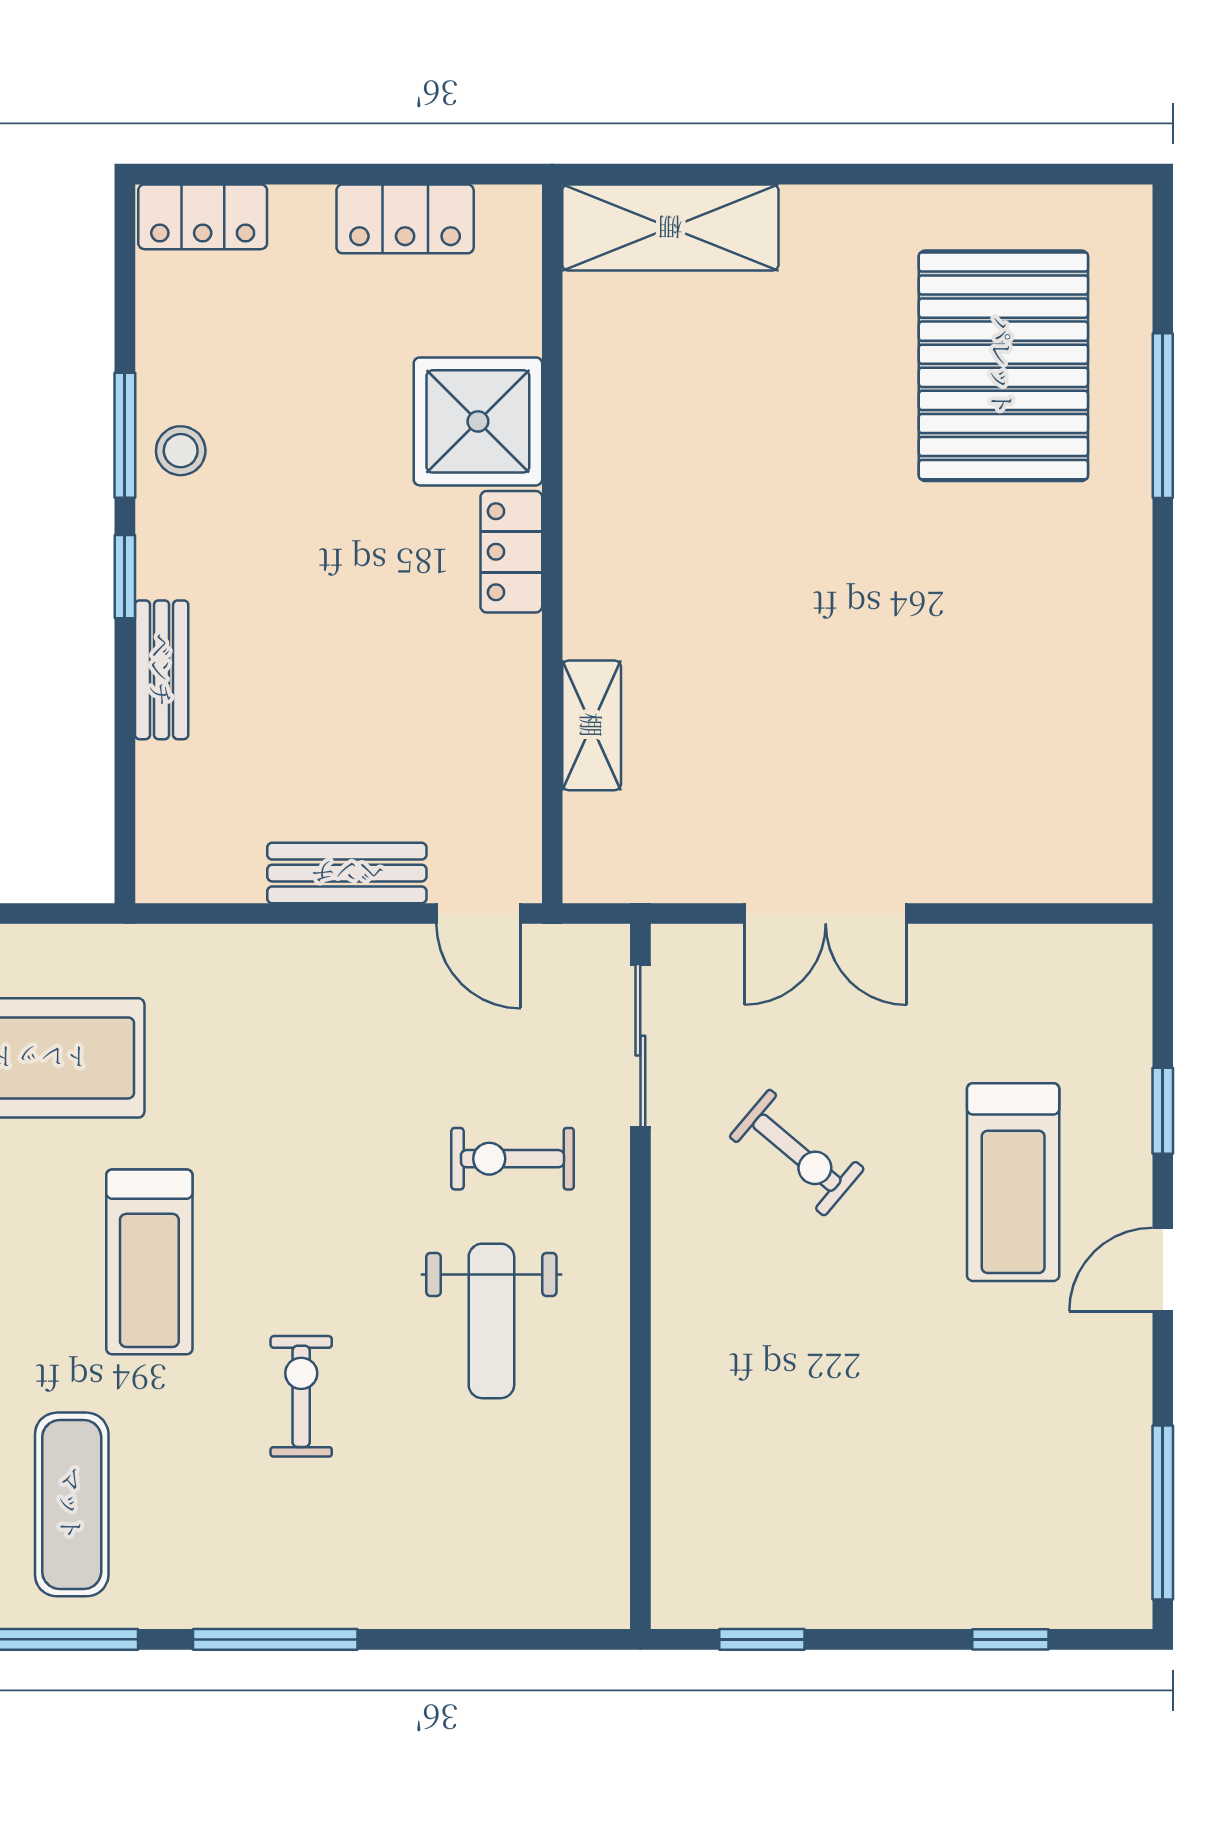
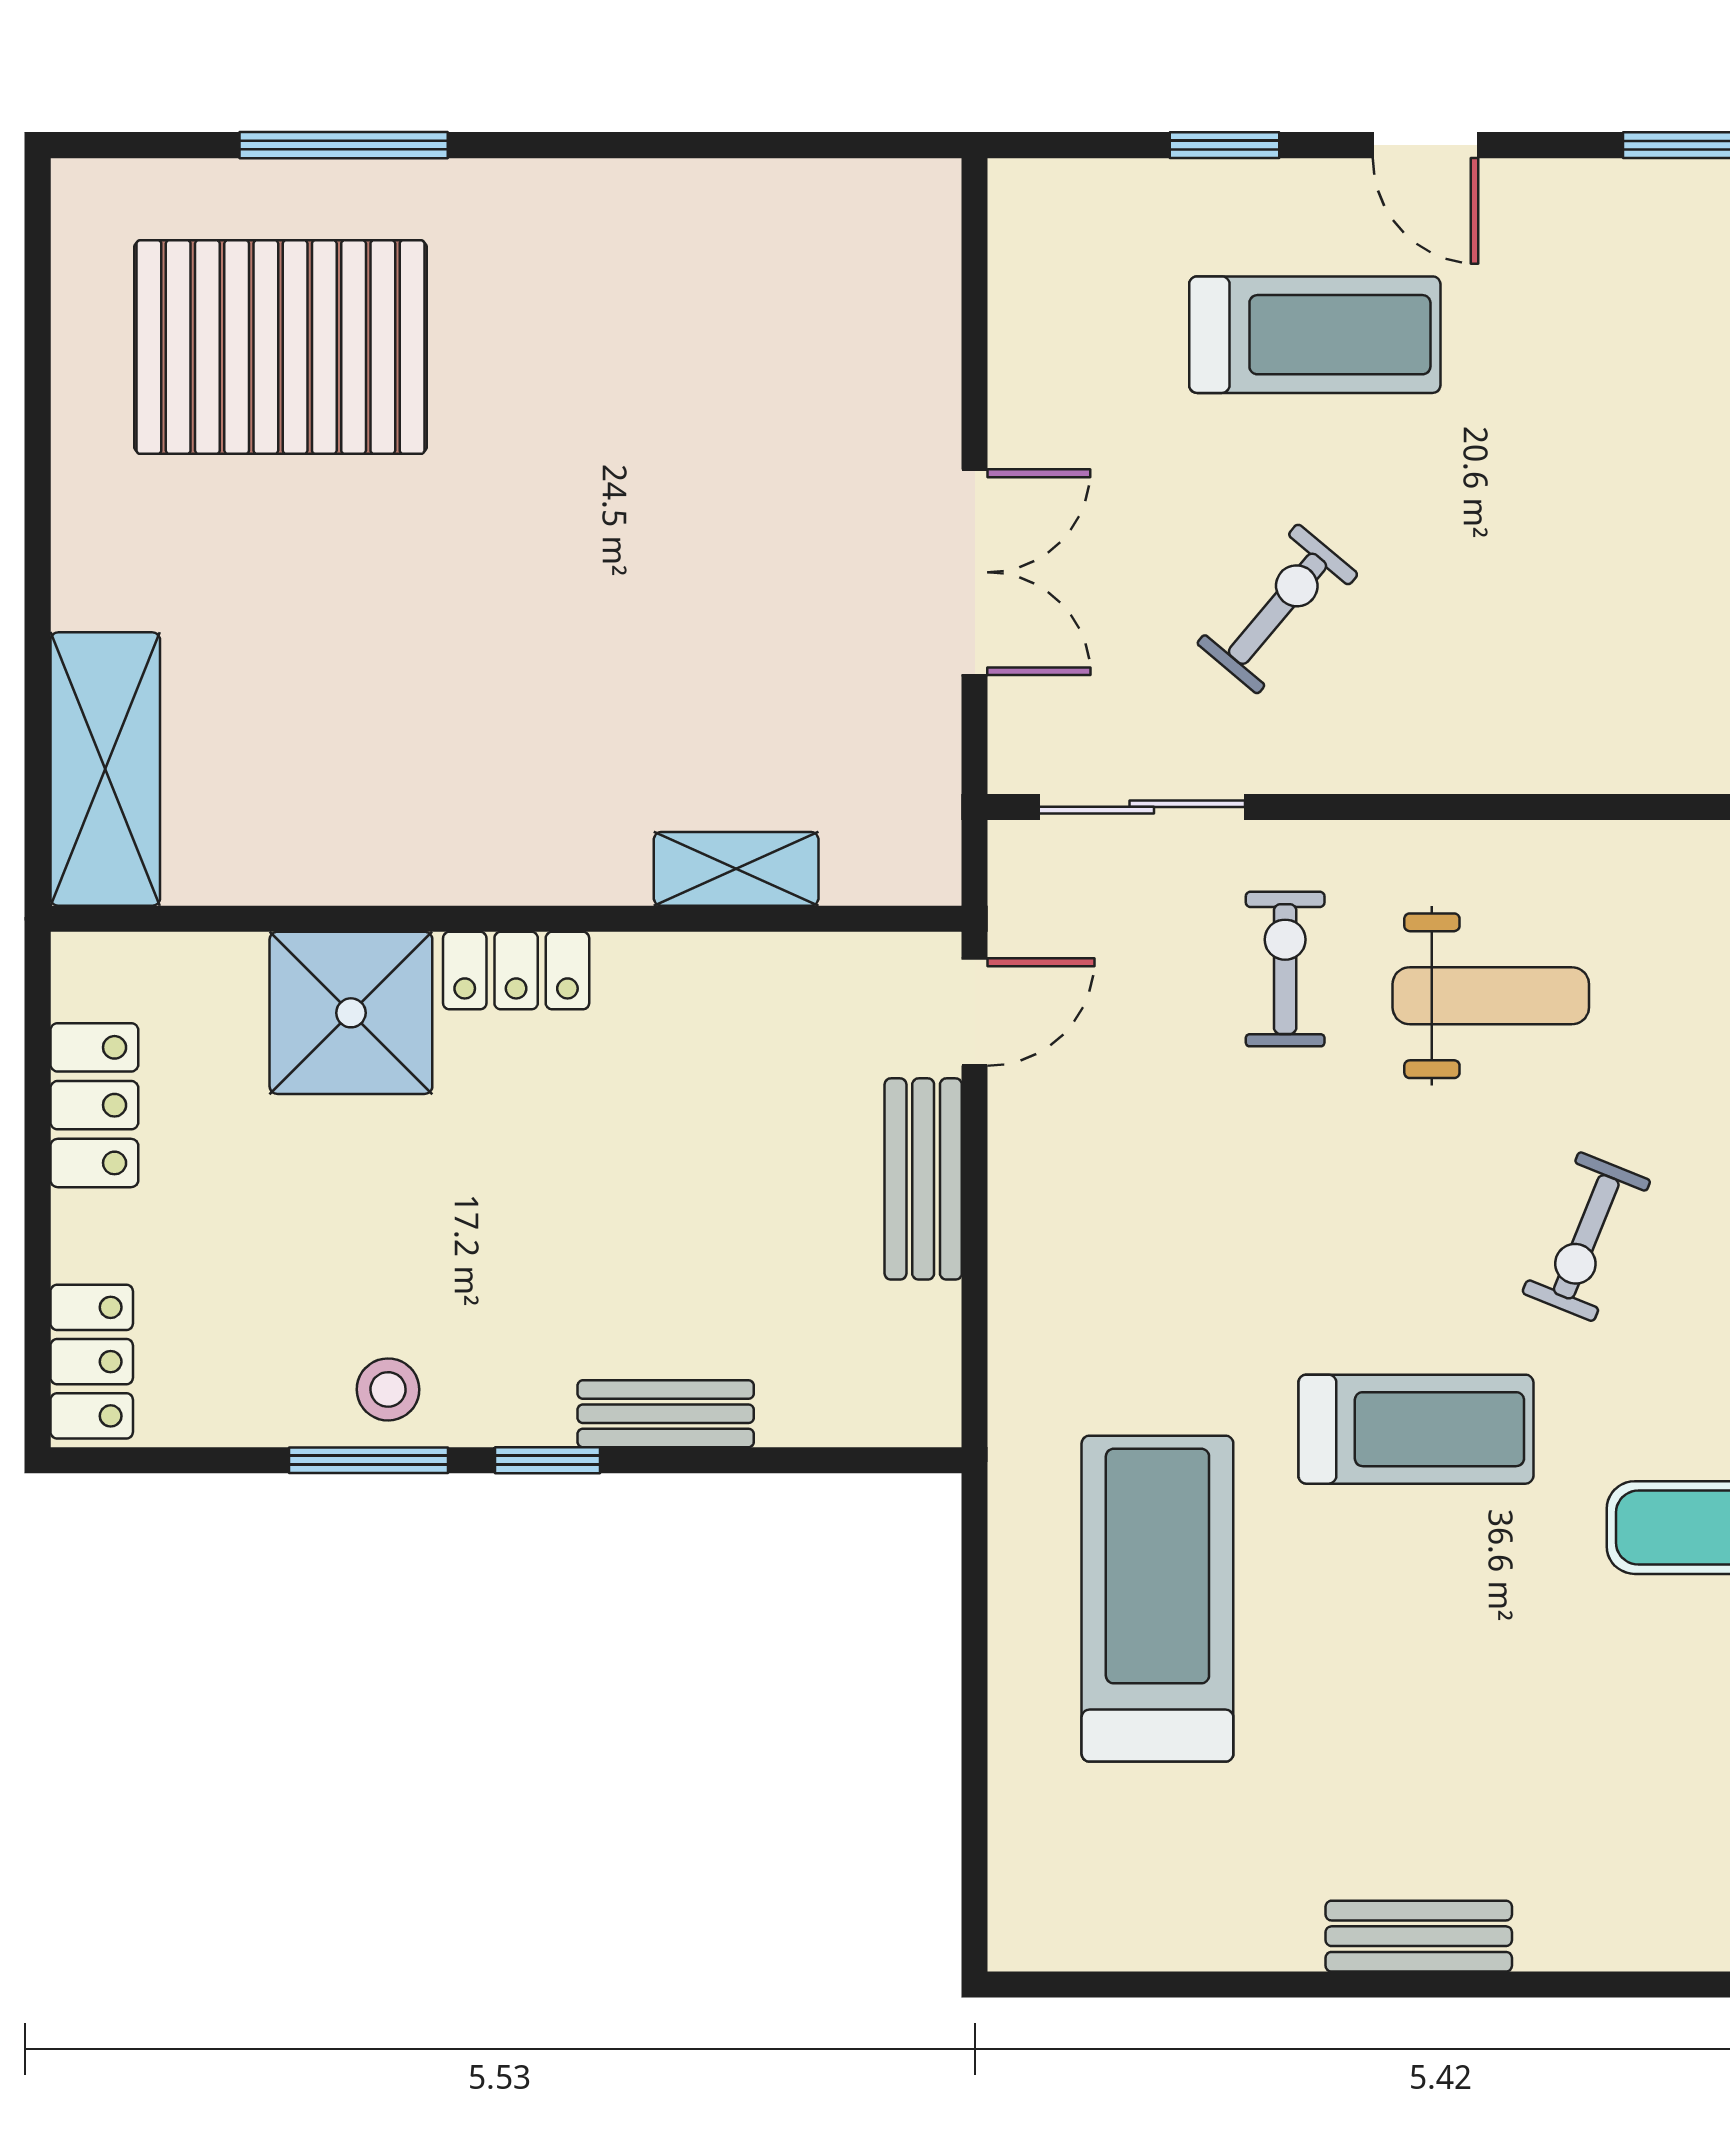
exercise bike: (512, 1159) -> (1285, 969), turned 180
exercise bike: (301, 1396) -> (1586, 1237), turned -68

